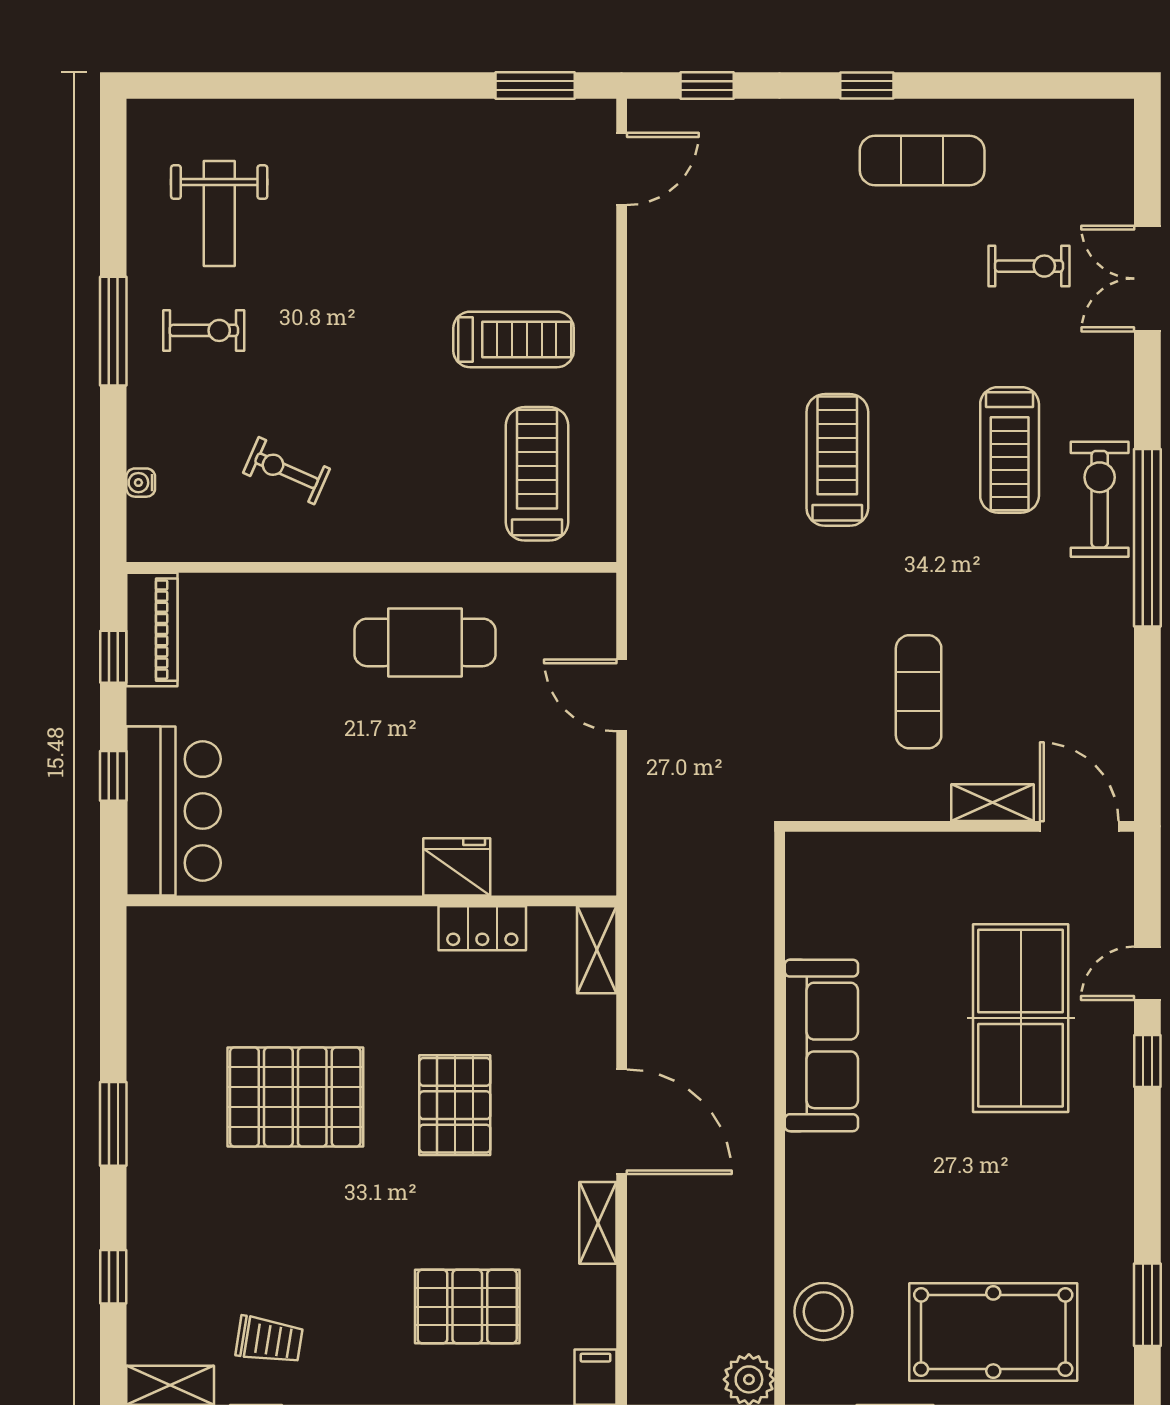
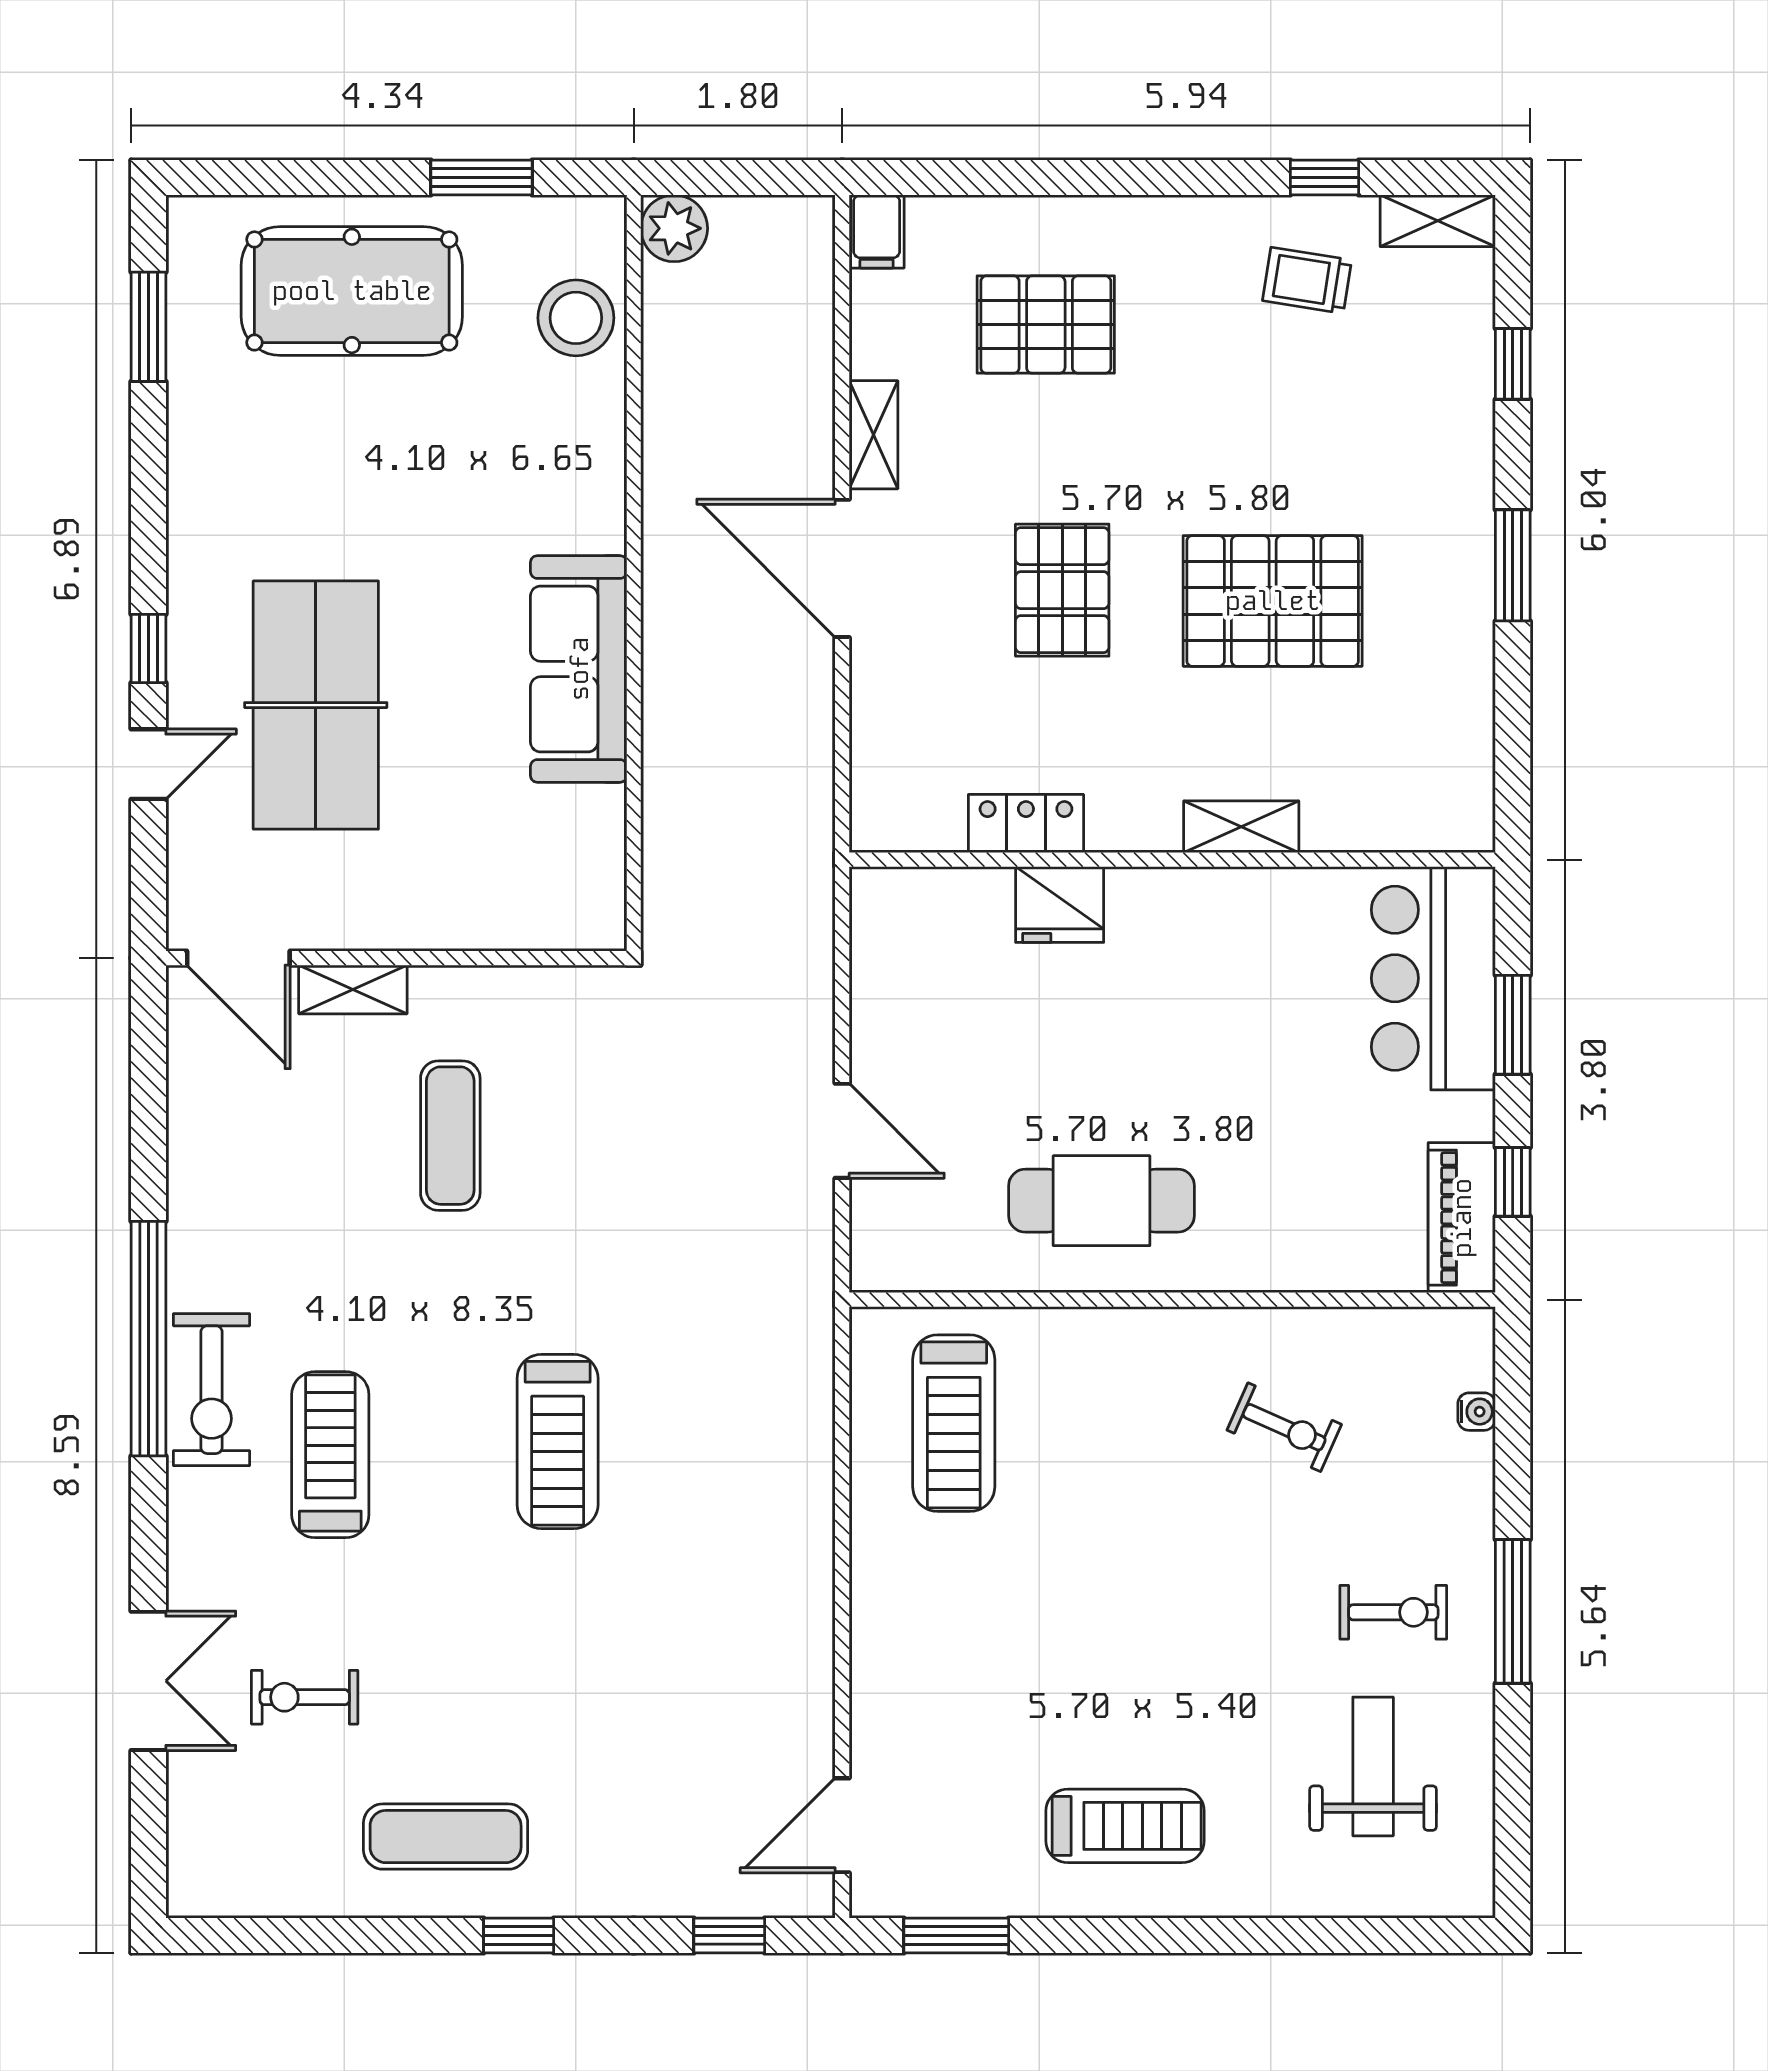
exercise bike: (204, 330) -> (1393, 1612), turned 180
treadmill: (514, 339) -> (1125, 1826), moved, turned 180
window: (113, 776) -> (1513, 1025), width x1.50
shelving: (597, 950) -> (1241, 827), moved, turned 90

